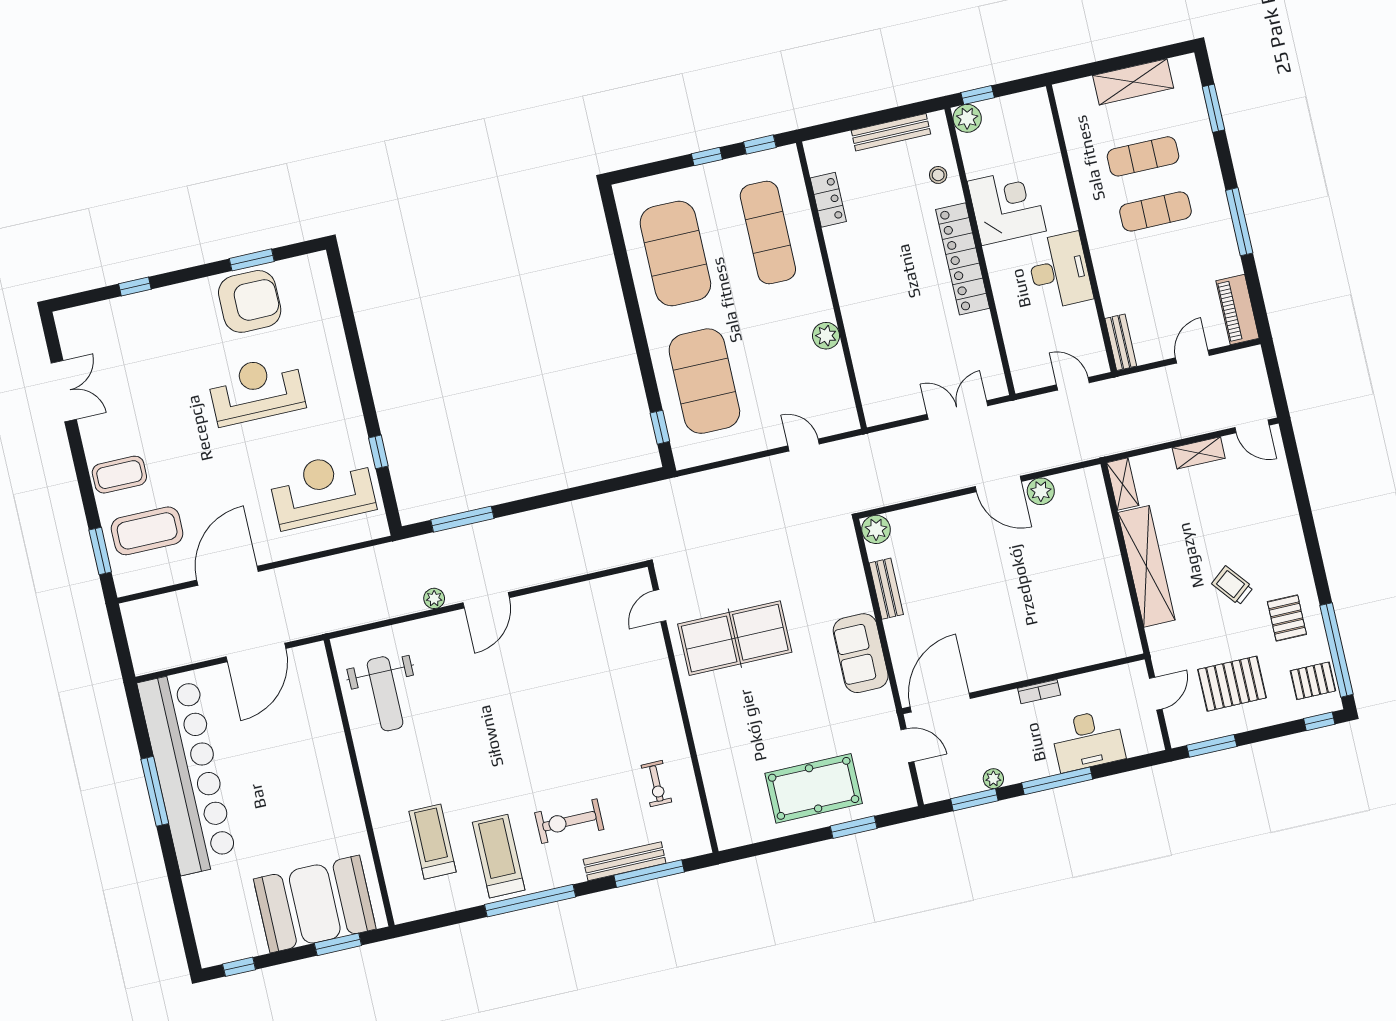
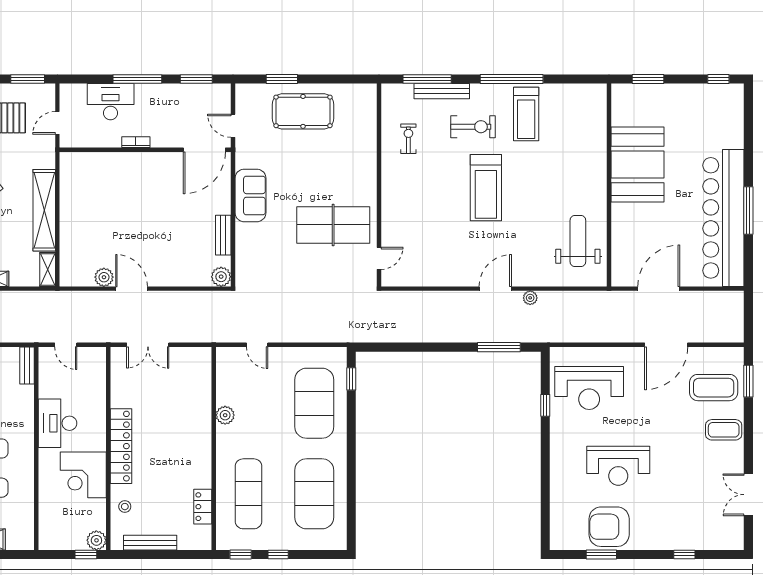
plant: (993, 779) -> (180, 90), removed
treadmill: (432, 842) -> (486, 188), moved, width x1.37, depth x1.38
booth: (315, 904) -> (638, 164), moved, turned 90

